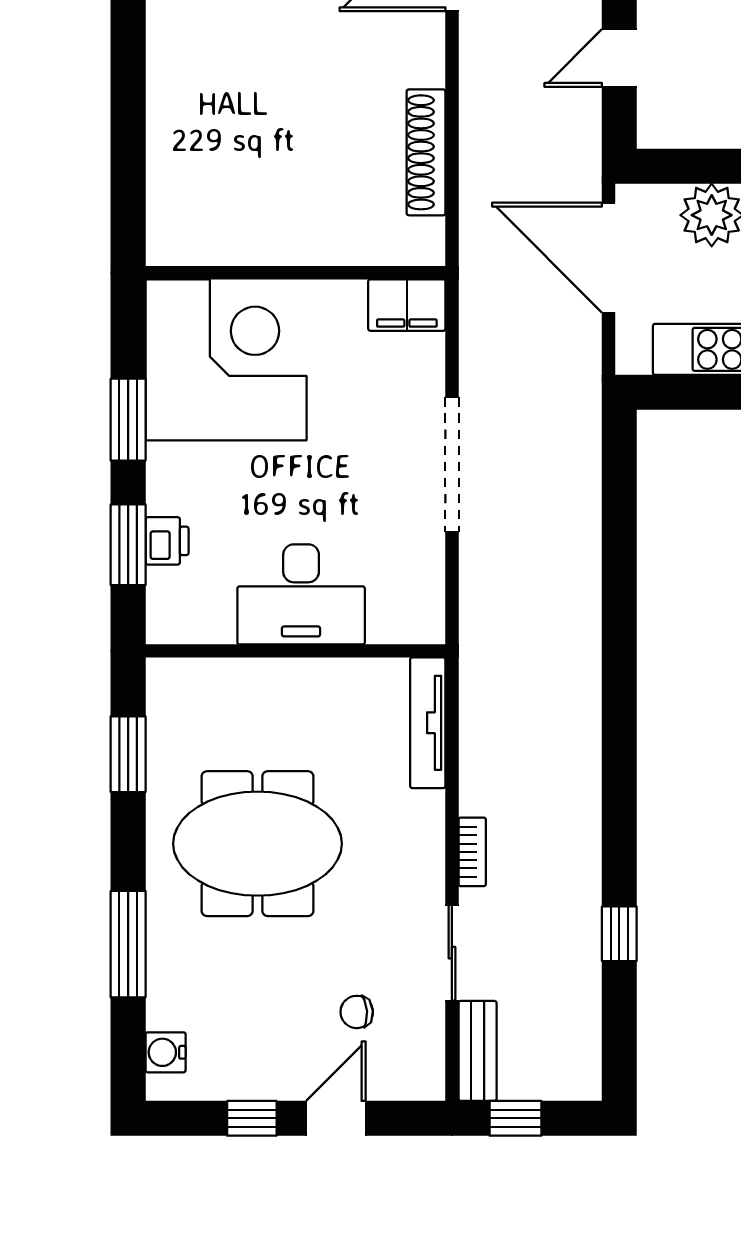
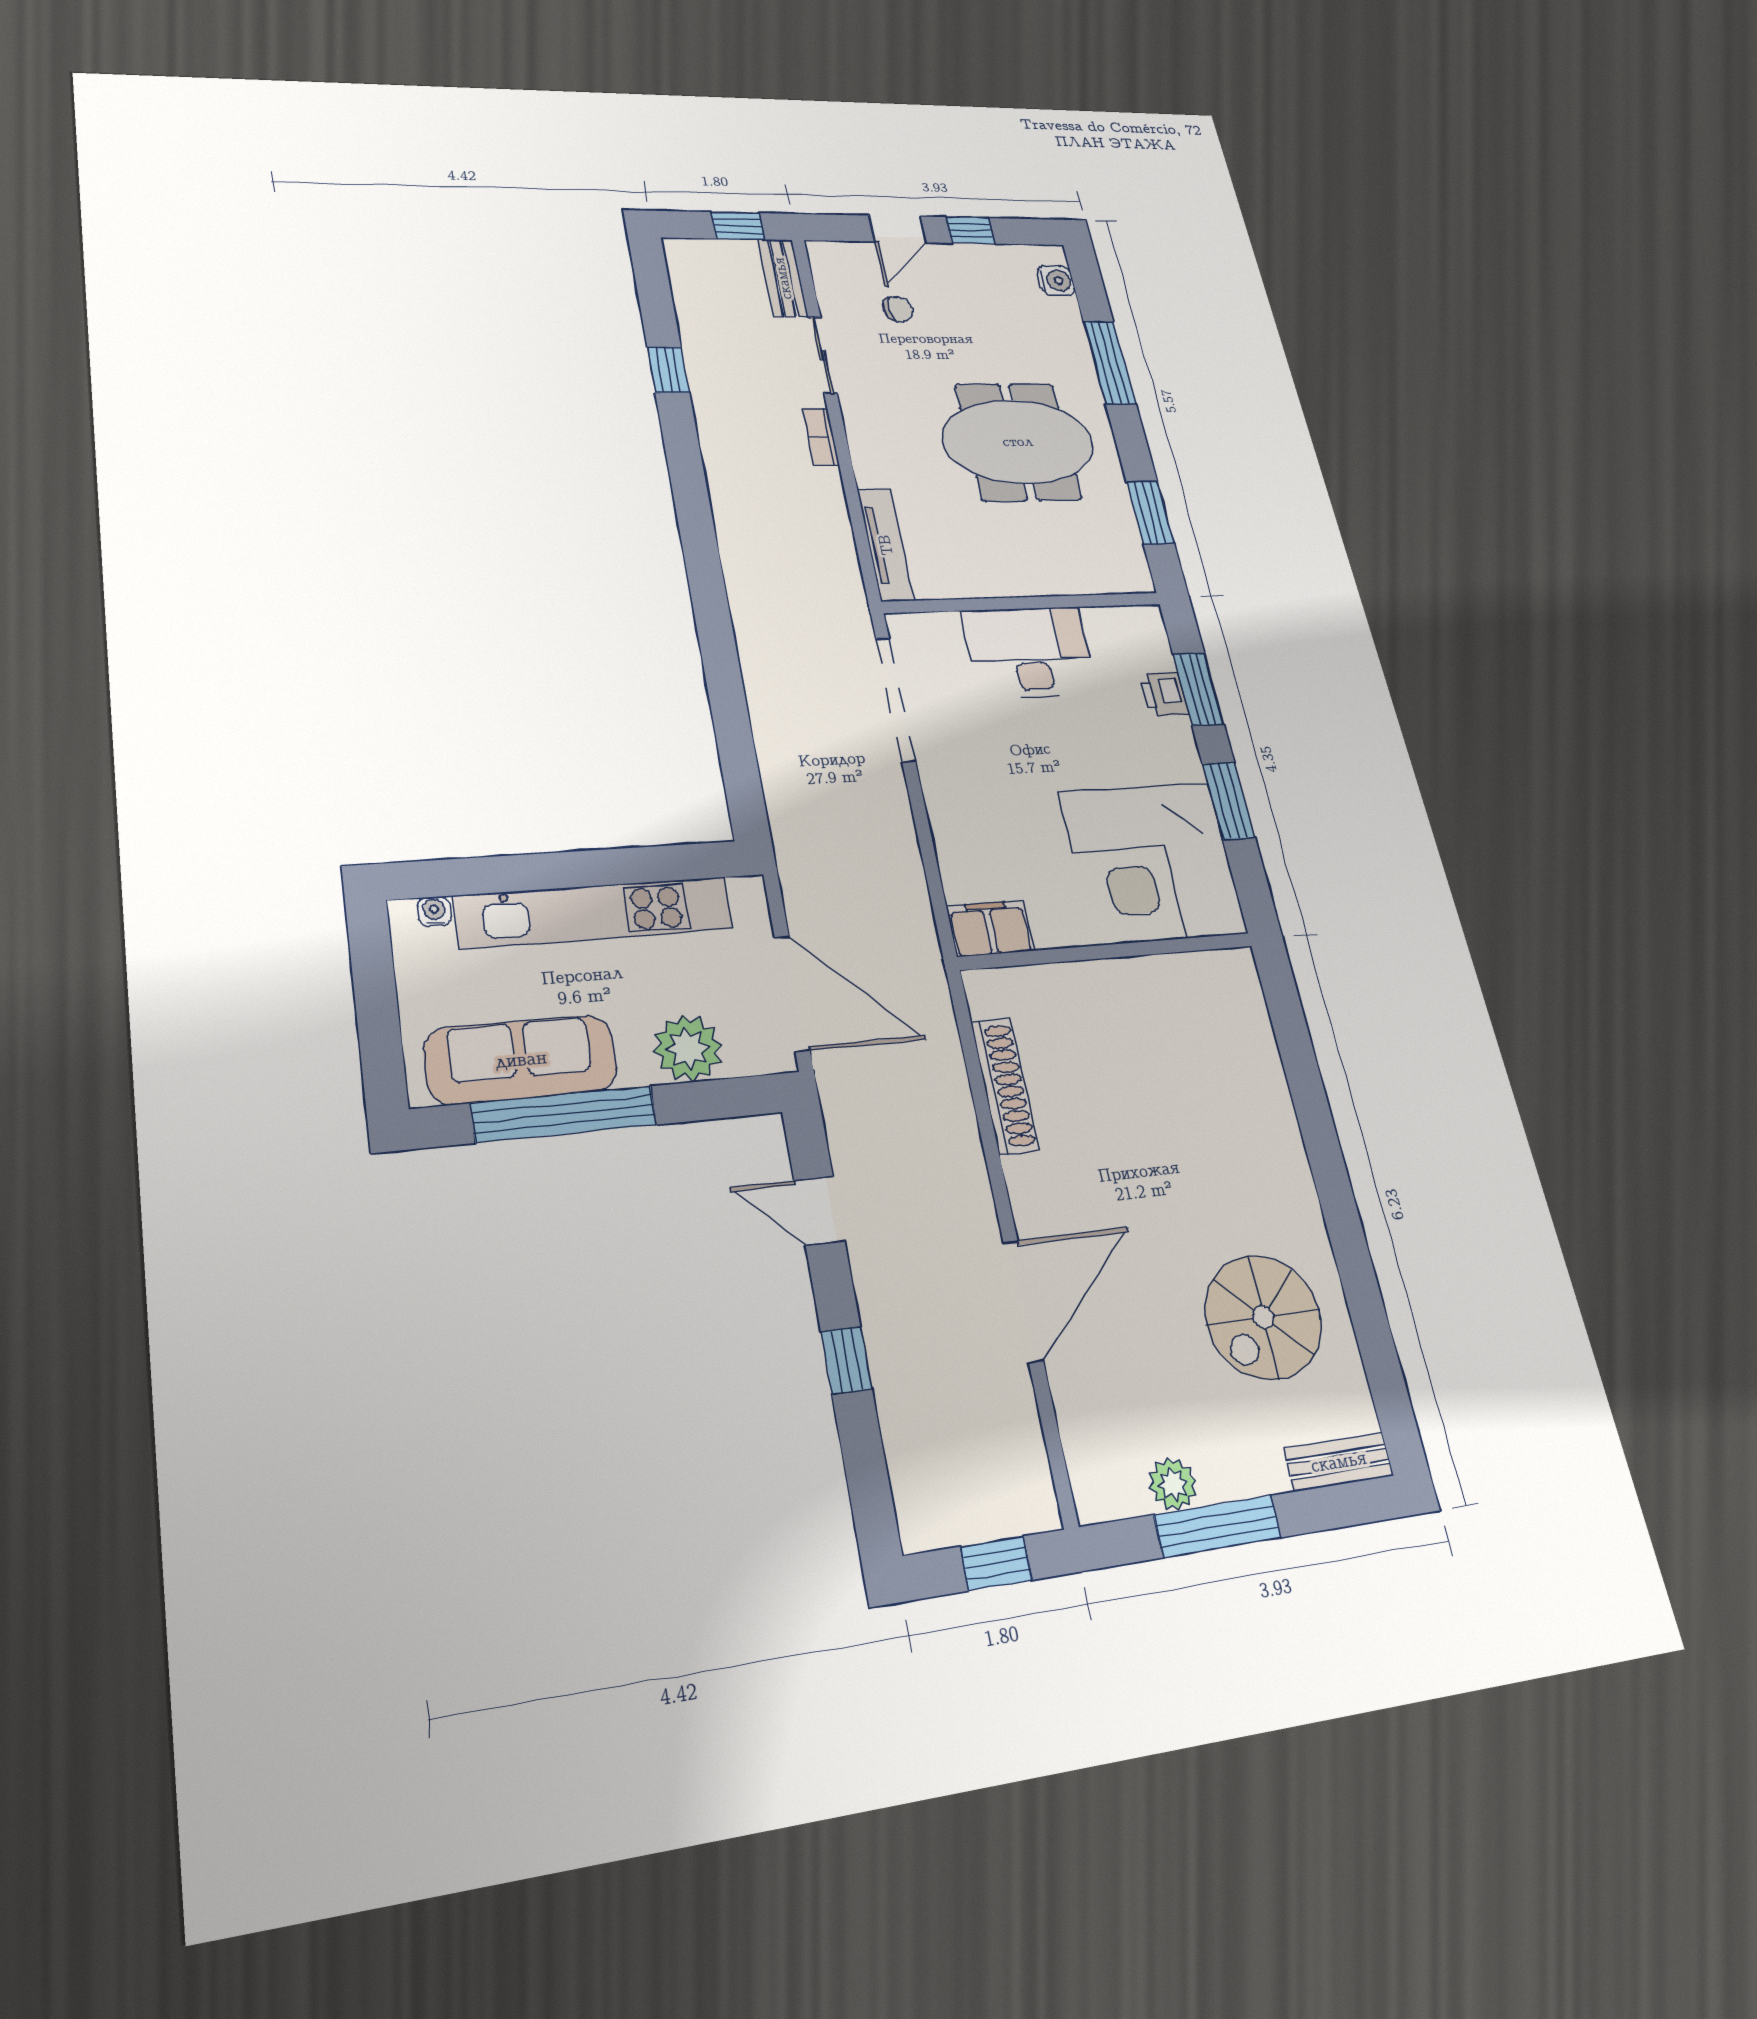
door: (619, 58) -> (819, 1211), swing flipped
doorway: (452, 465) -> (895, 699), moved

